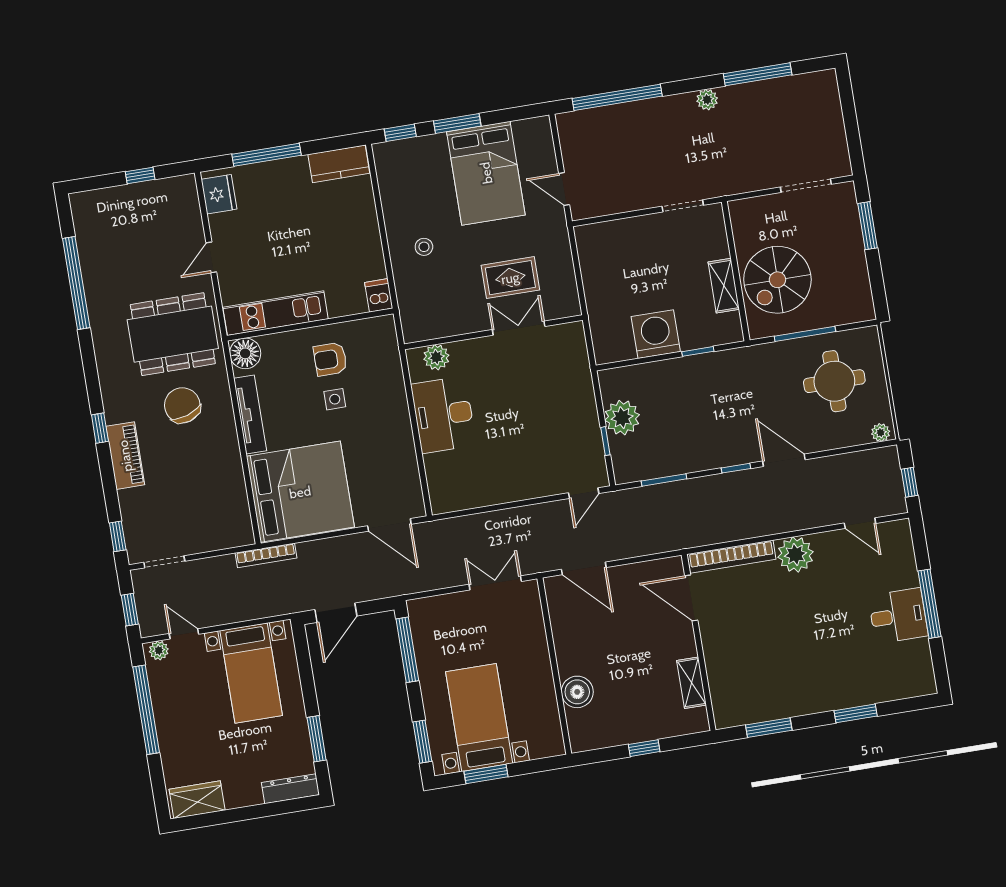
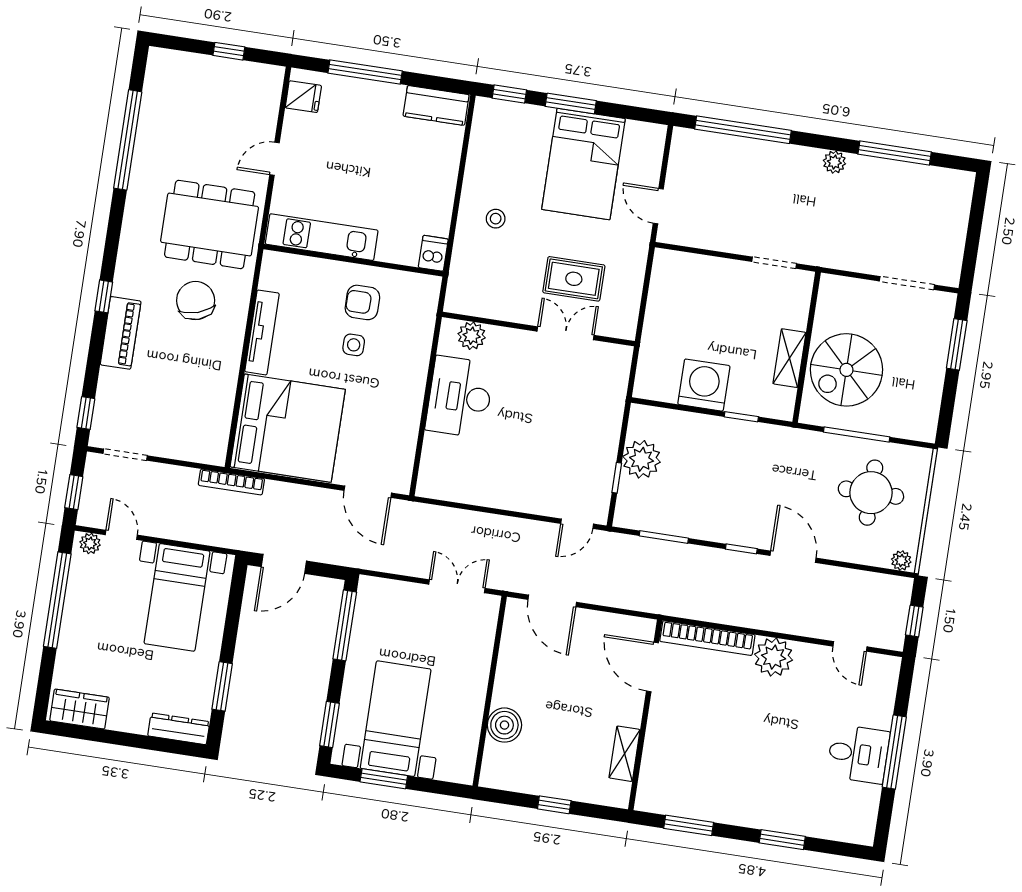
fridge: (219, 194) -> (303, 97), width x0.72
floor lamp: (245, 353) -> (277, 268), removed

